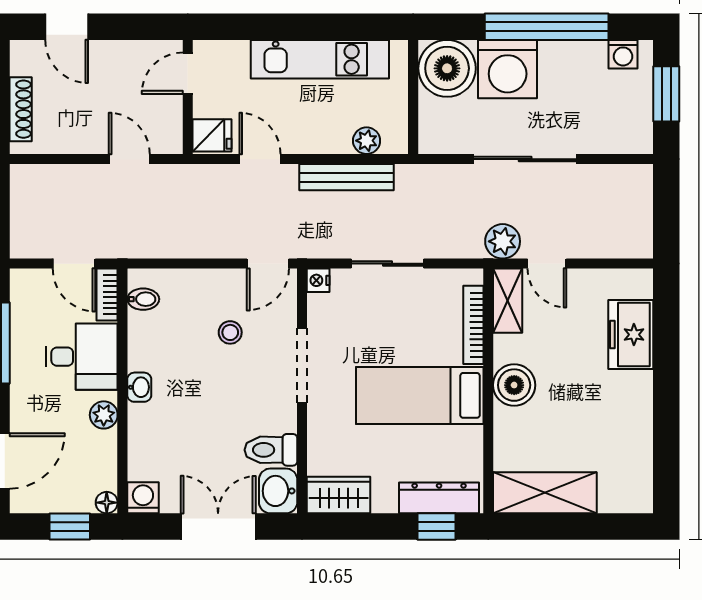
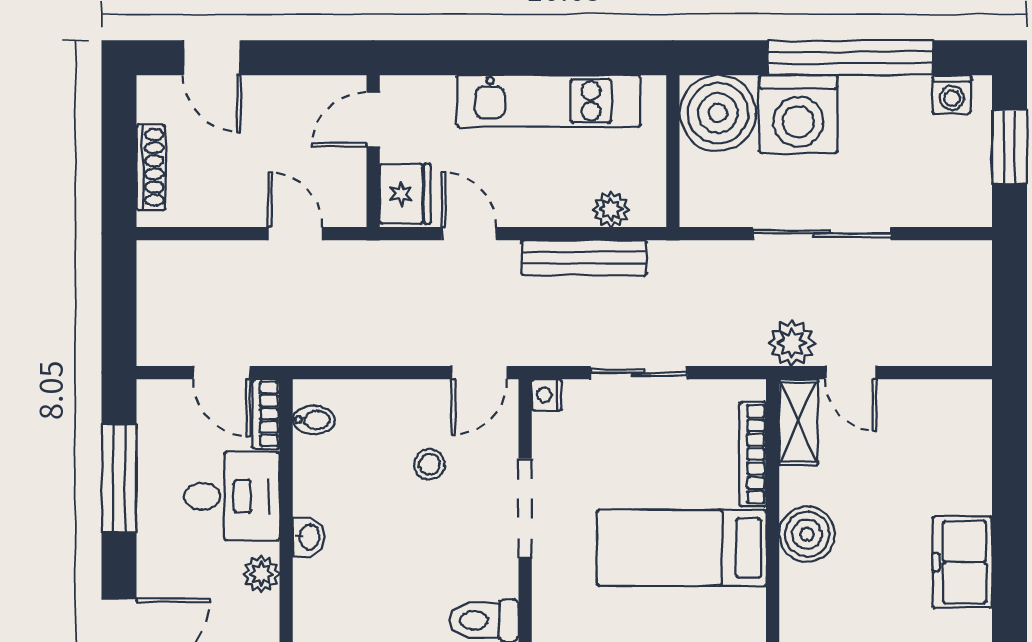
fridge: (212, 135) -> (405, 194), width x1.38
freezer: (631, 335) -> (962, 562), moved

